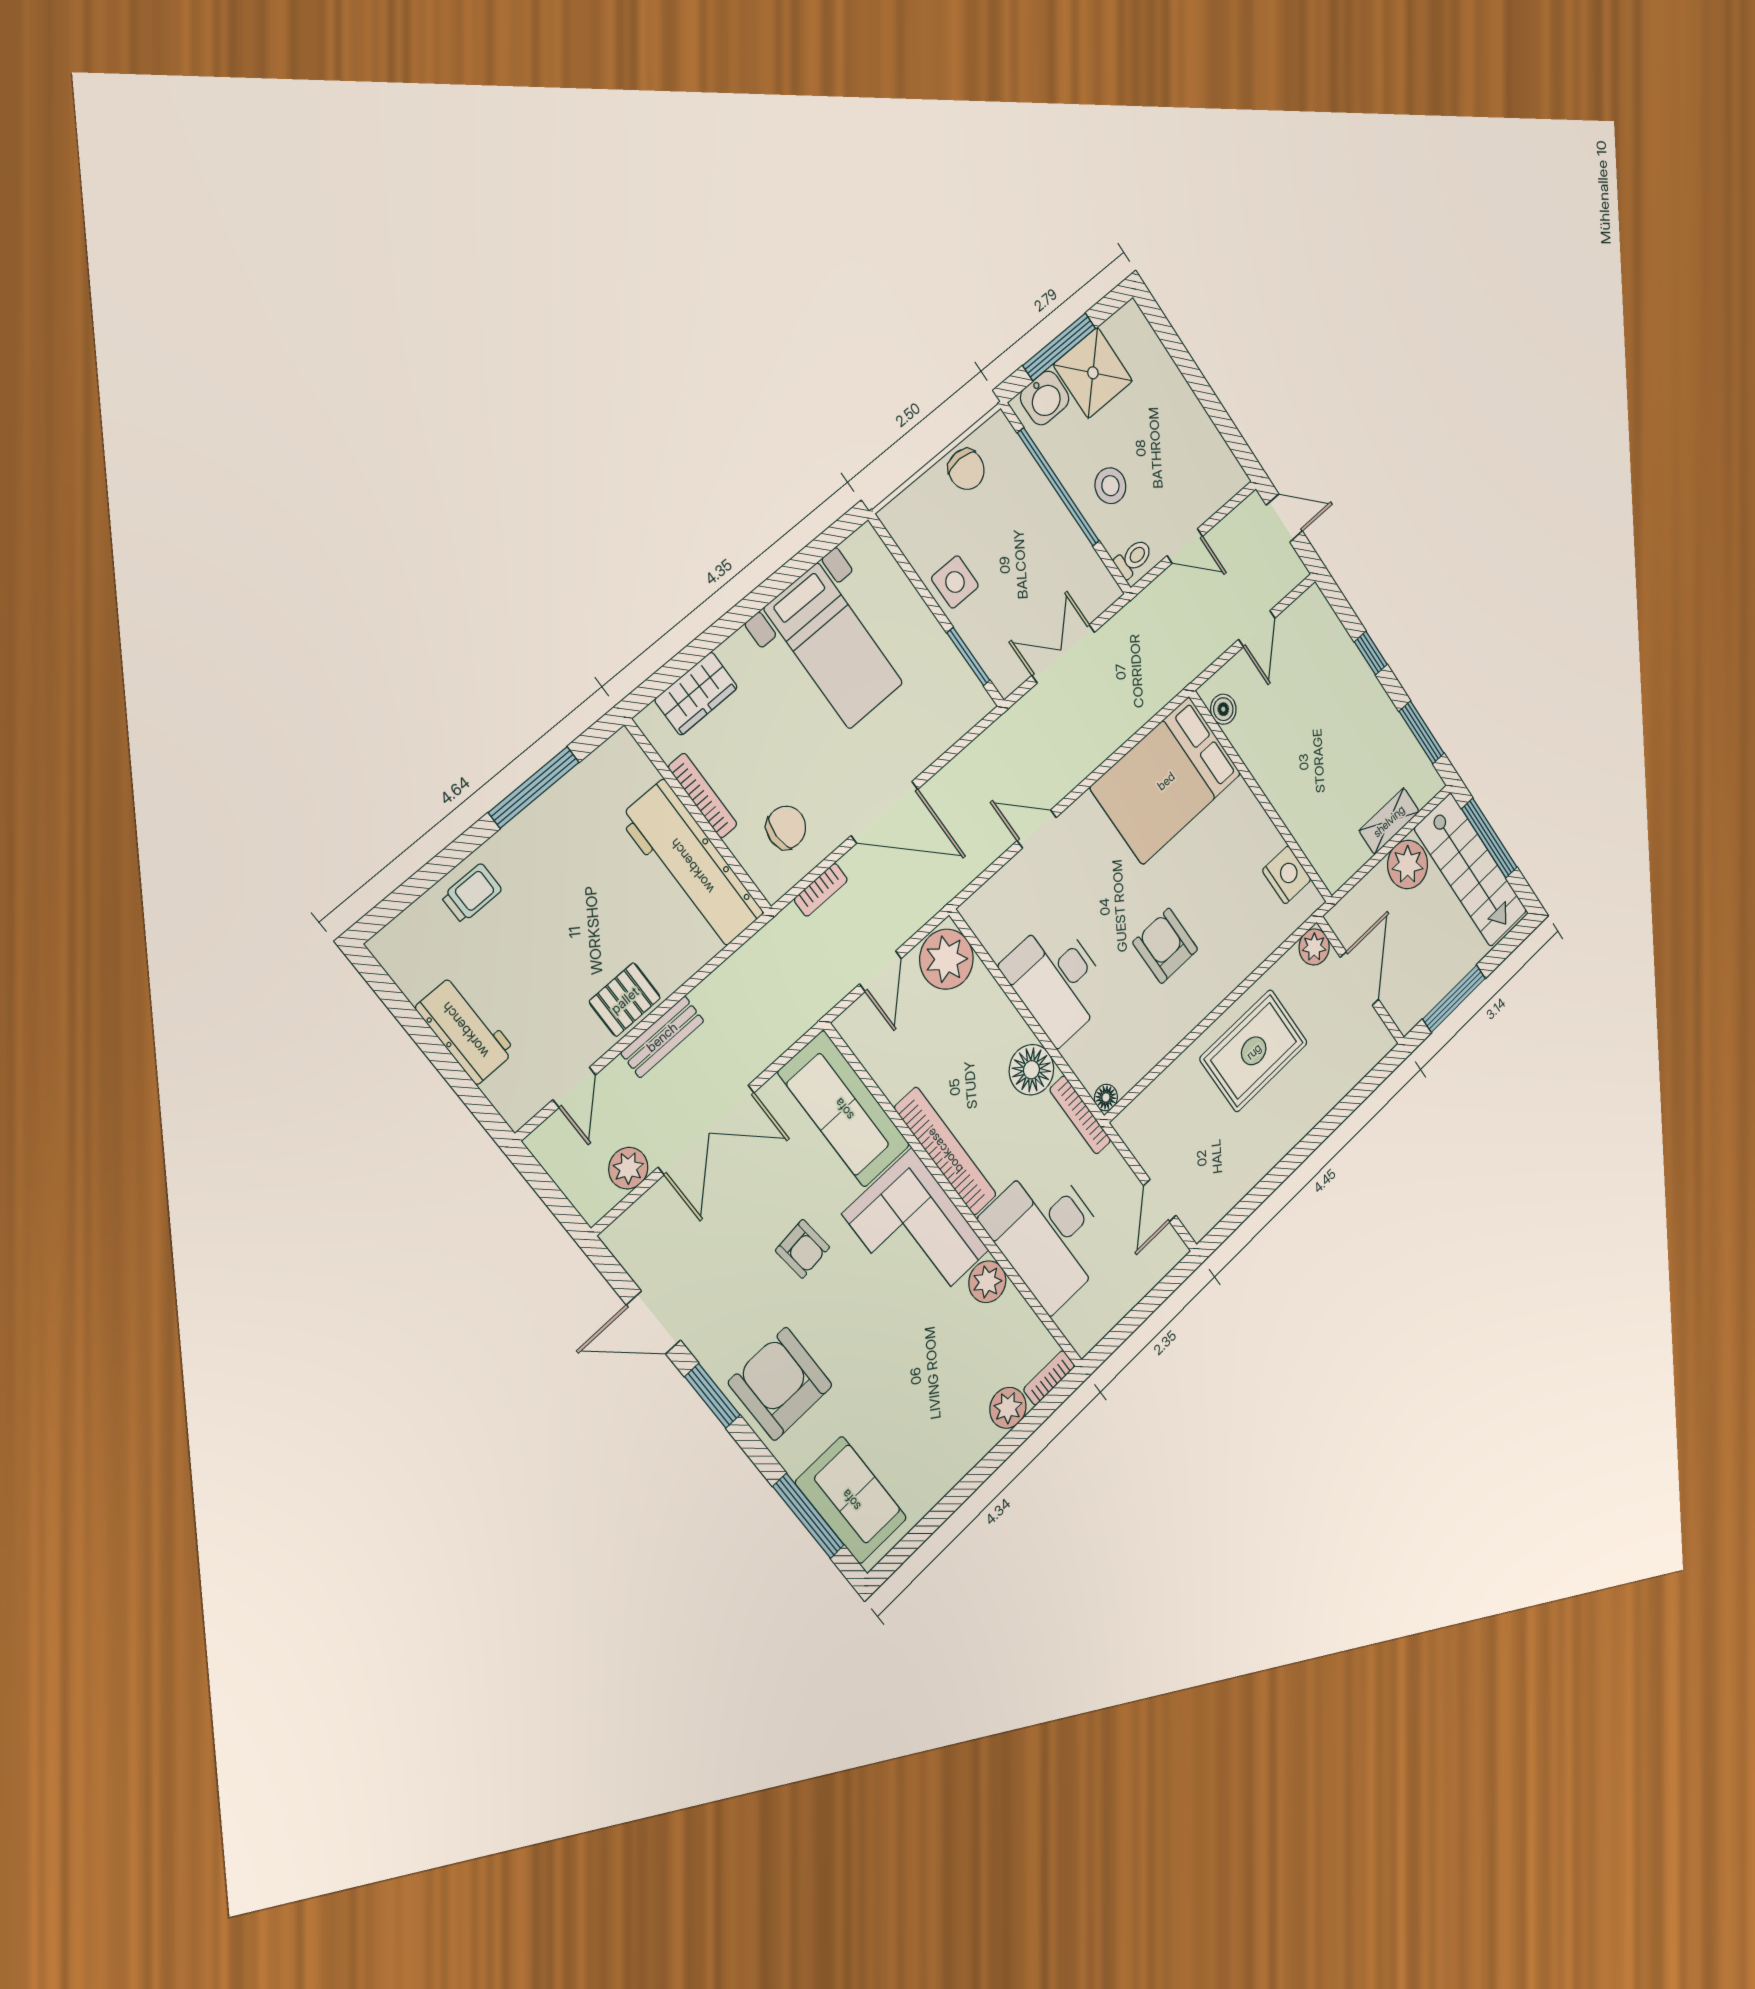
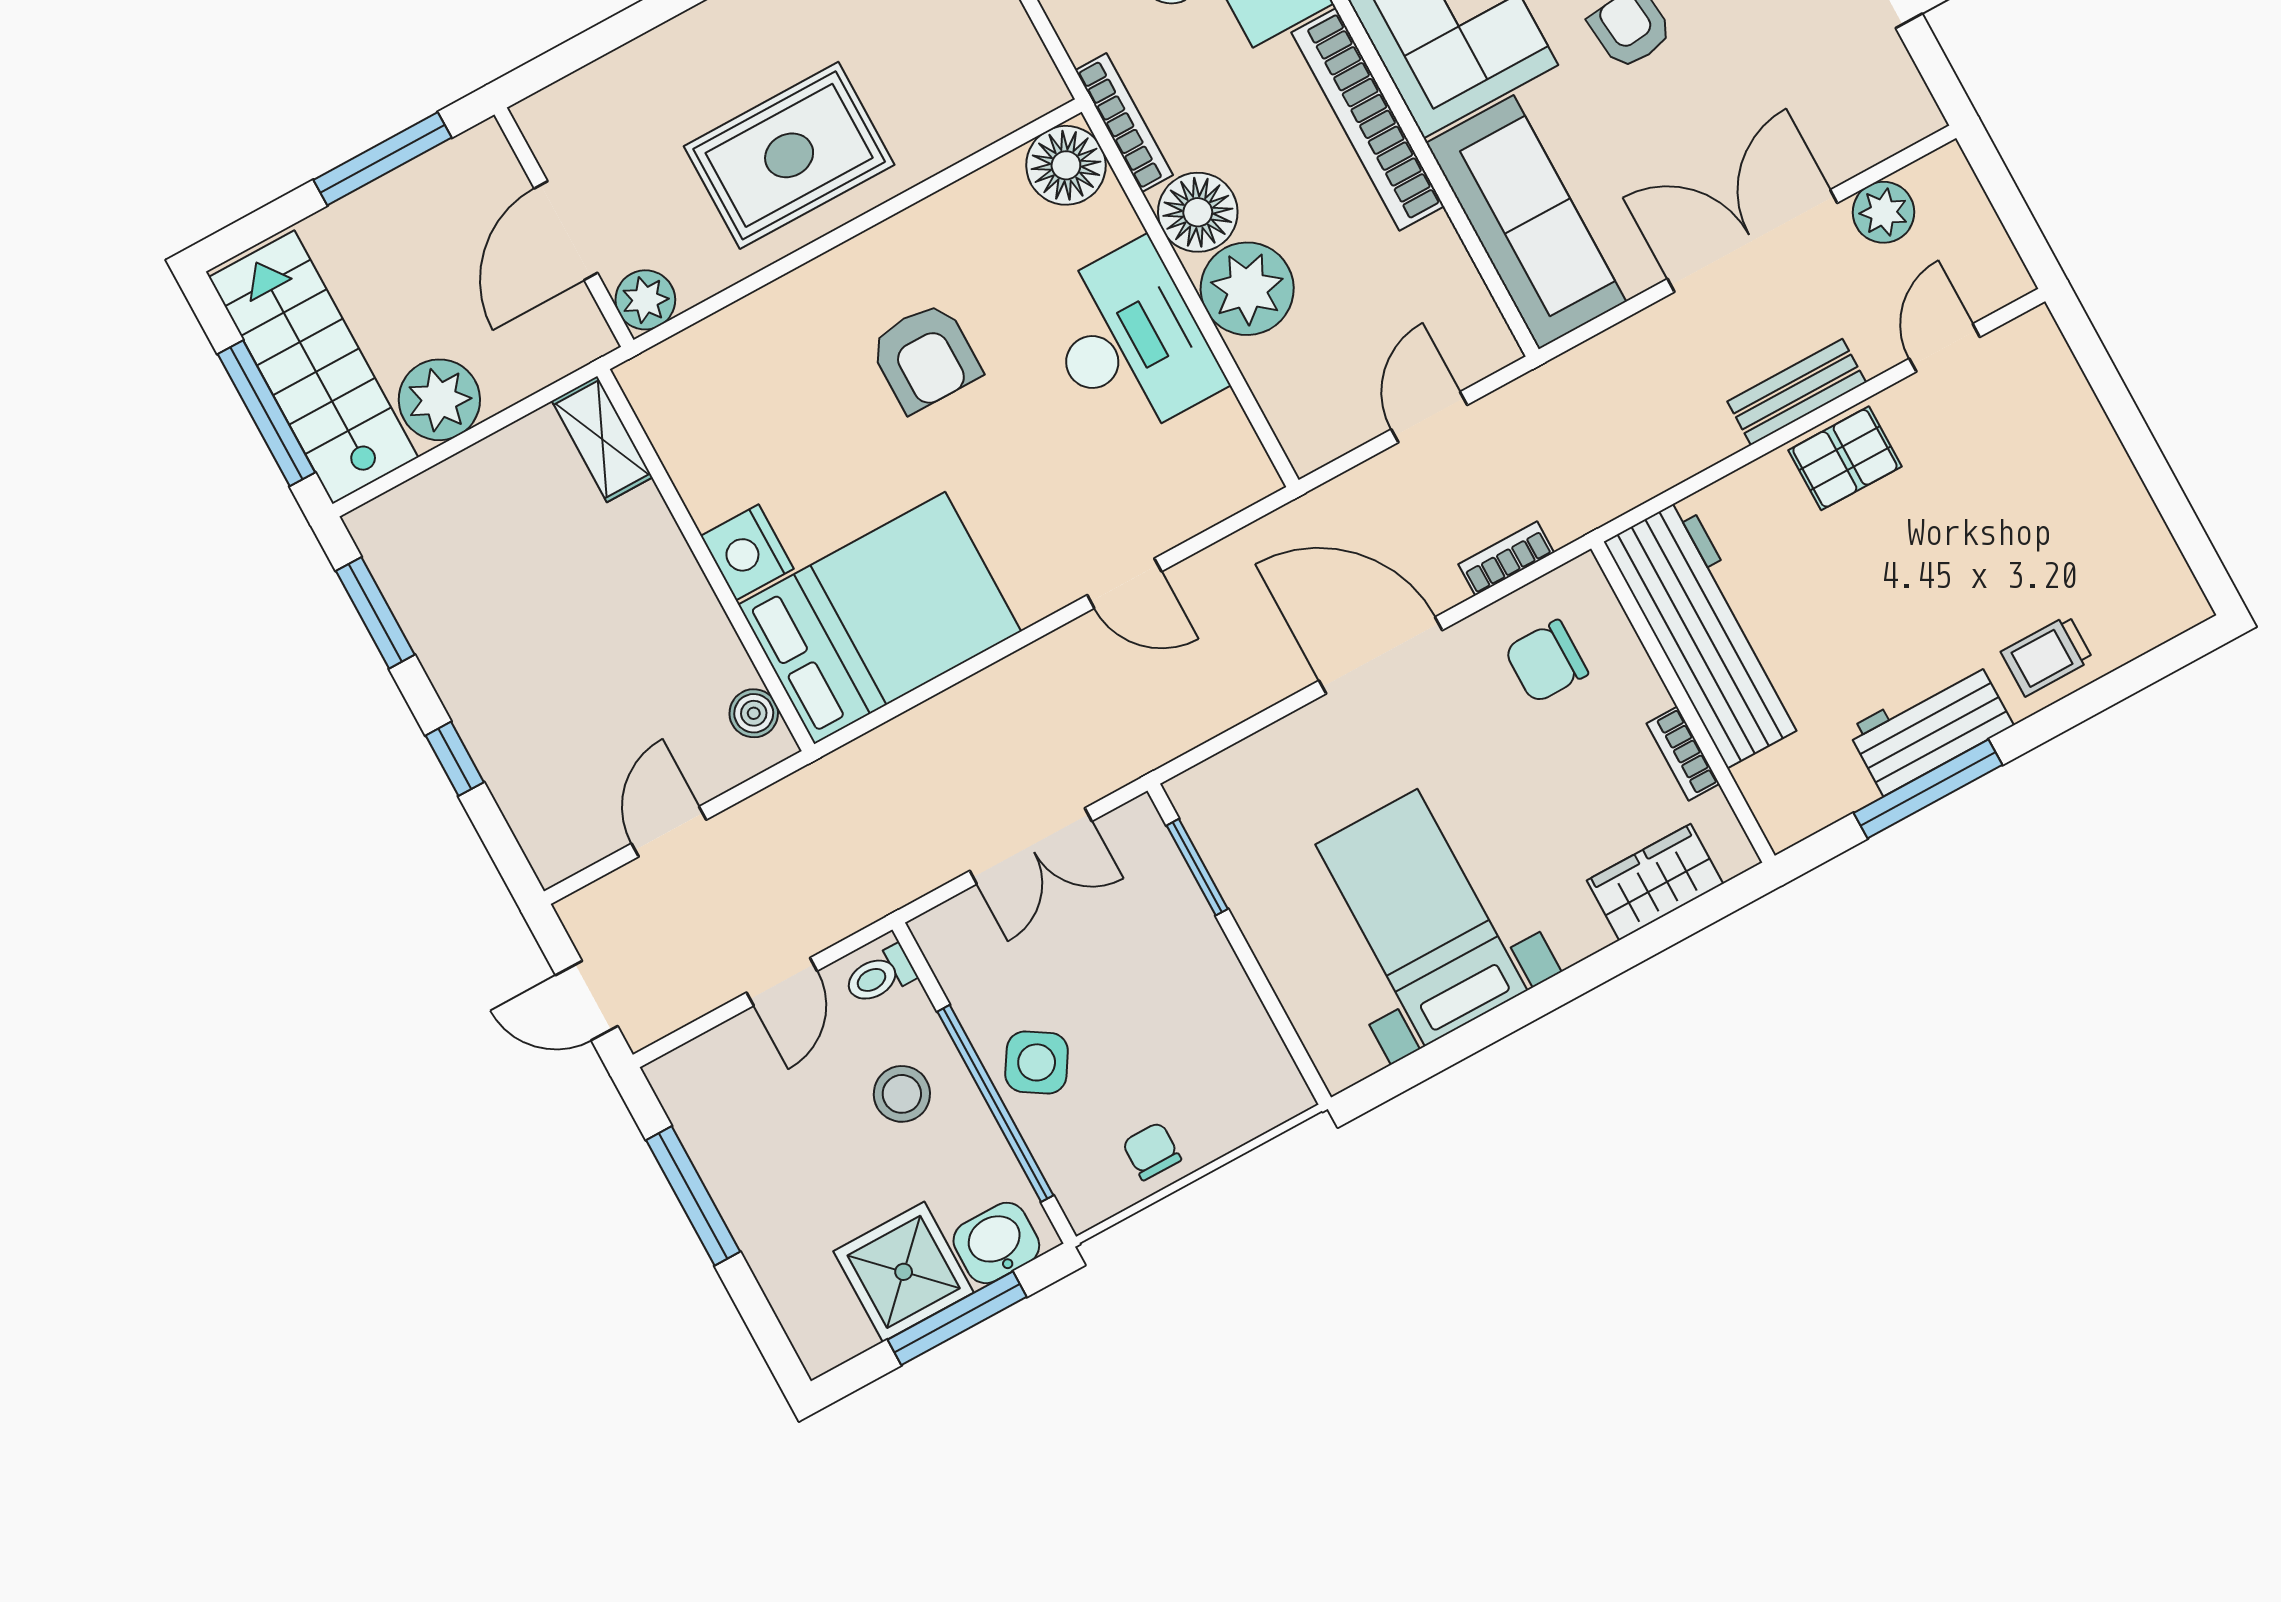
window: (1212, 406) -> (693, 1196), added
chair: (966, 469) -> (1152, 1151), width x0.73, depth x0.73
door: (1185, 546) -> (782, 982), swing flipped
side table: (955, 582) -> (1037, 1062), moved, turned 32
bookcase: (703, 796) -> (1683, 754), width x0.64
shelving: (1389, 821) -> (602, 439), moved, turned 90
nightstand: (1287, 875) -> (747, 552), moved
plant: (946, 959) -> (1247, 289), moved
workbench: (465, 1030) -> (1930, 727), moved, turned 90
floor lamp: (1106, 1097) -> (1066, 165), width x1.89, depth x1.89

